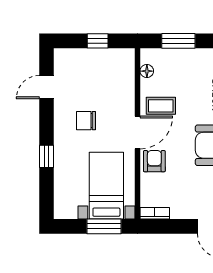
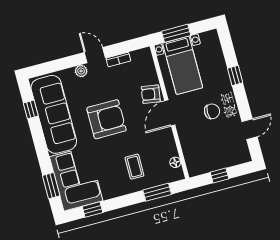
coffee table: (161, 106) -> (134, 167), moved, turned 90
armchair: (154, 161) -> (151, 94), turned 99
bookcase: (155, 213) -> (118, 60), moved

